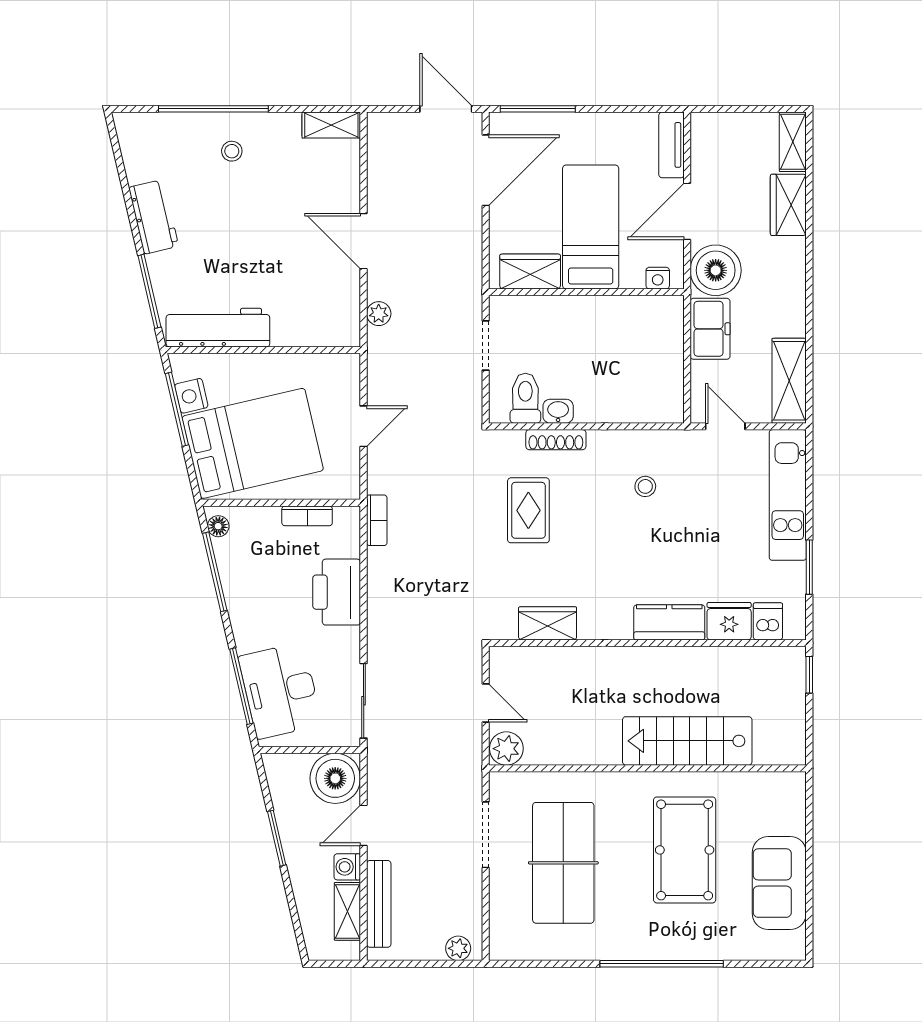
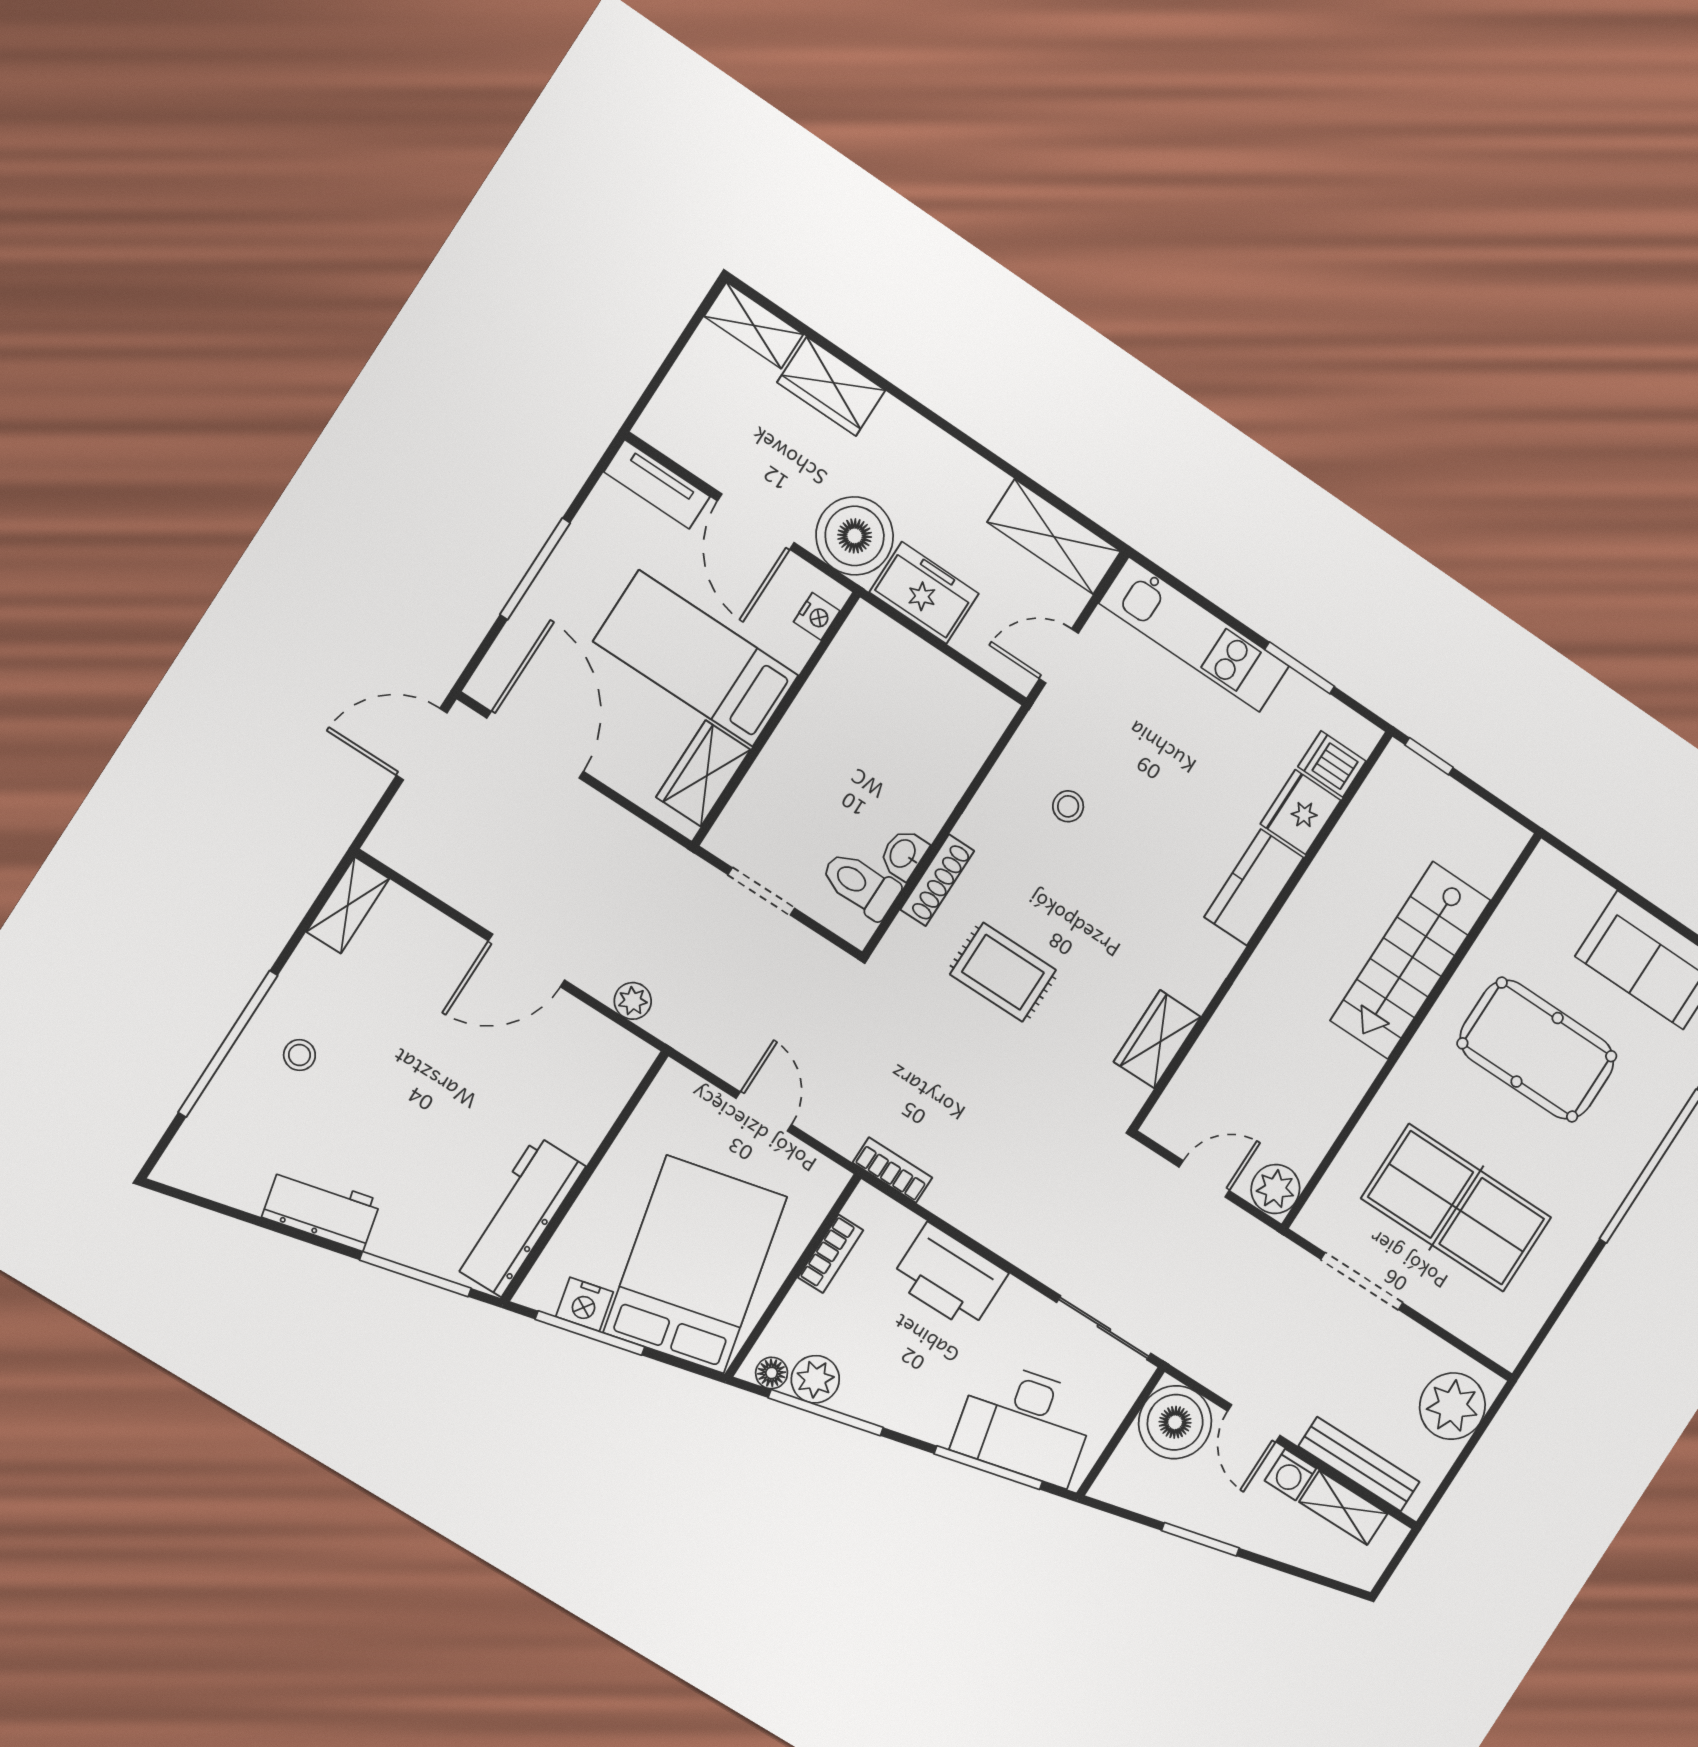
window: (538, 109) -> (535, 569), moved
plant: (230, 553) -> (815, 1379), added
plant: (458, 948) -> (1452, 1406), width x1.87, depth x1.87

